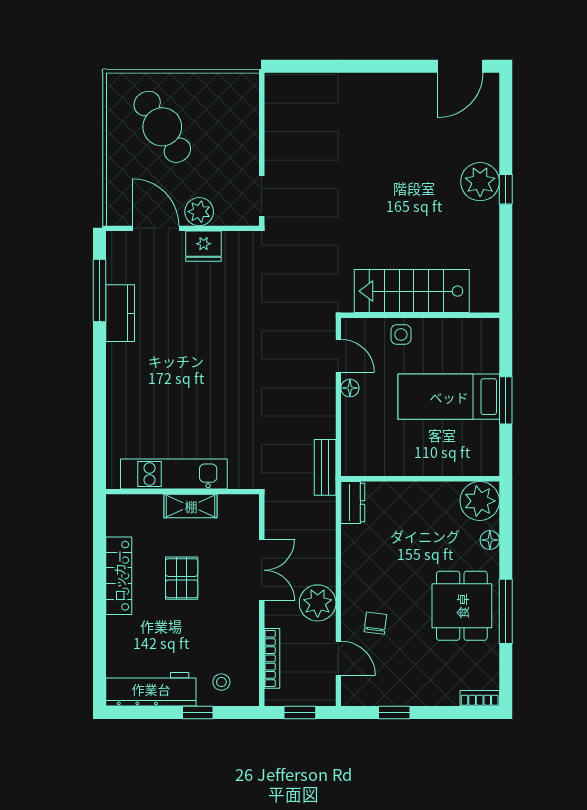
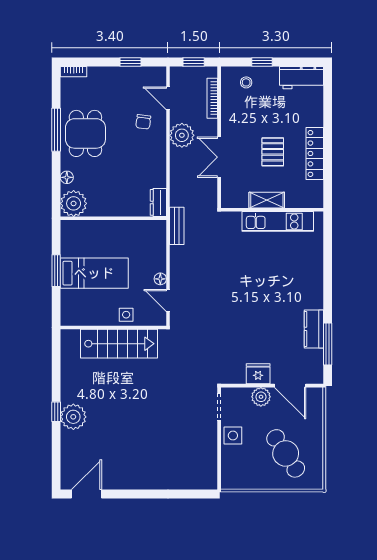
side table: (241, 154) -> (233, 435), added
workbench: (151, 689) -> (302, 78), width x0.73

